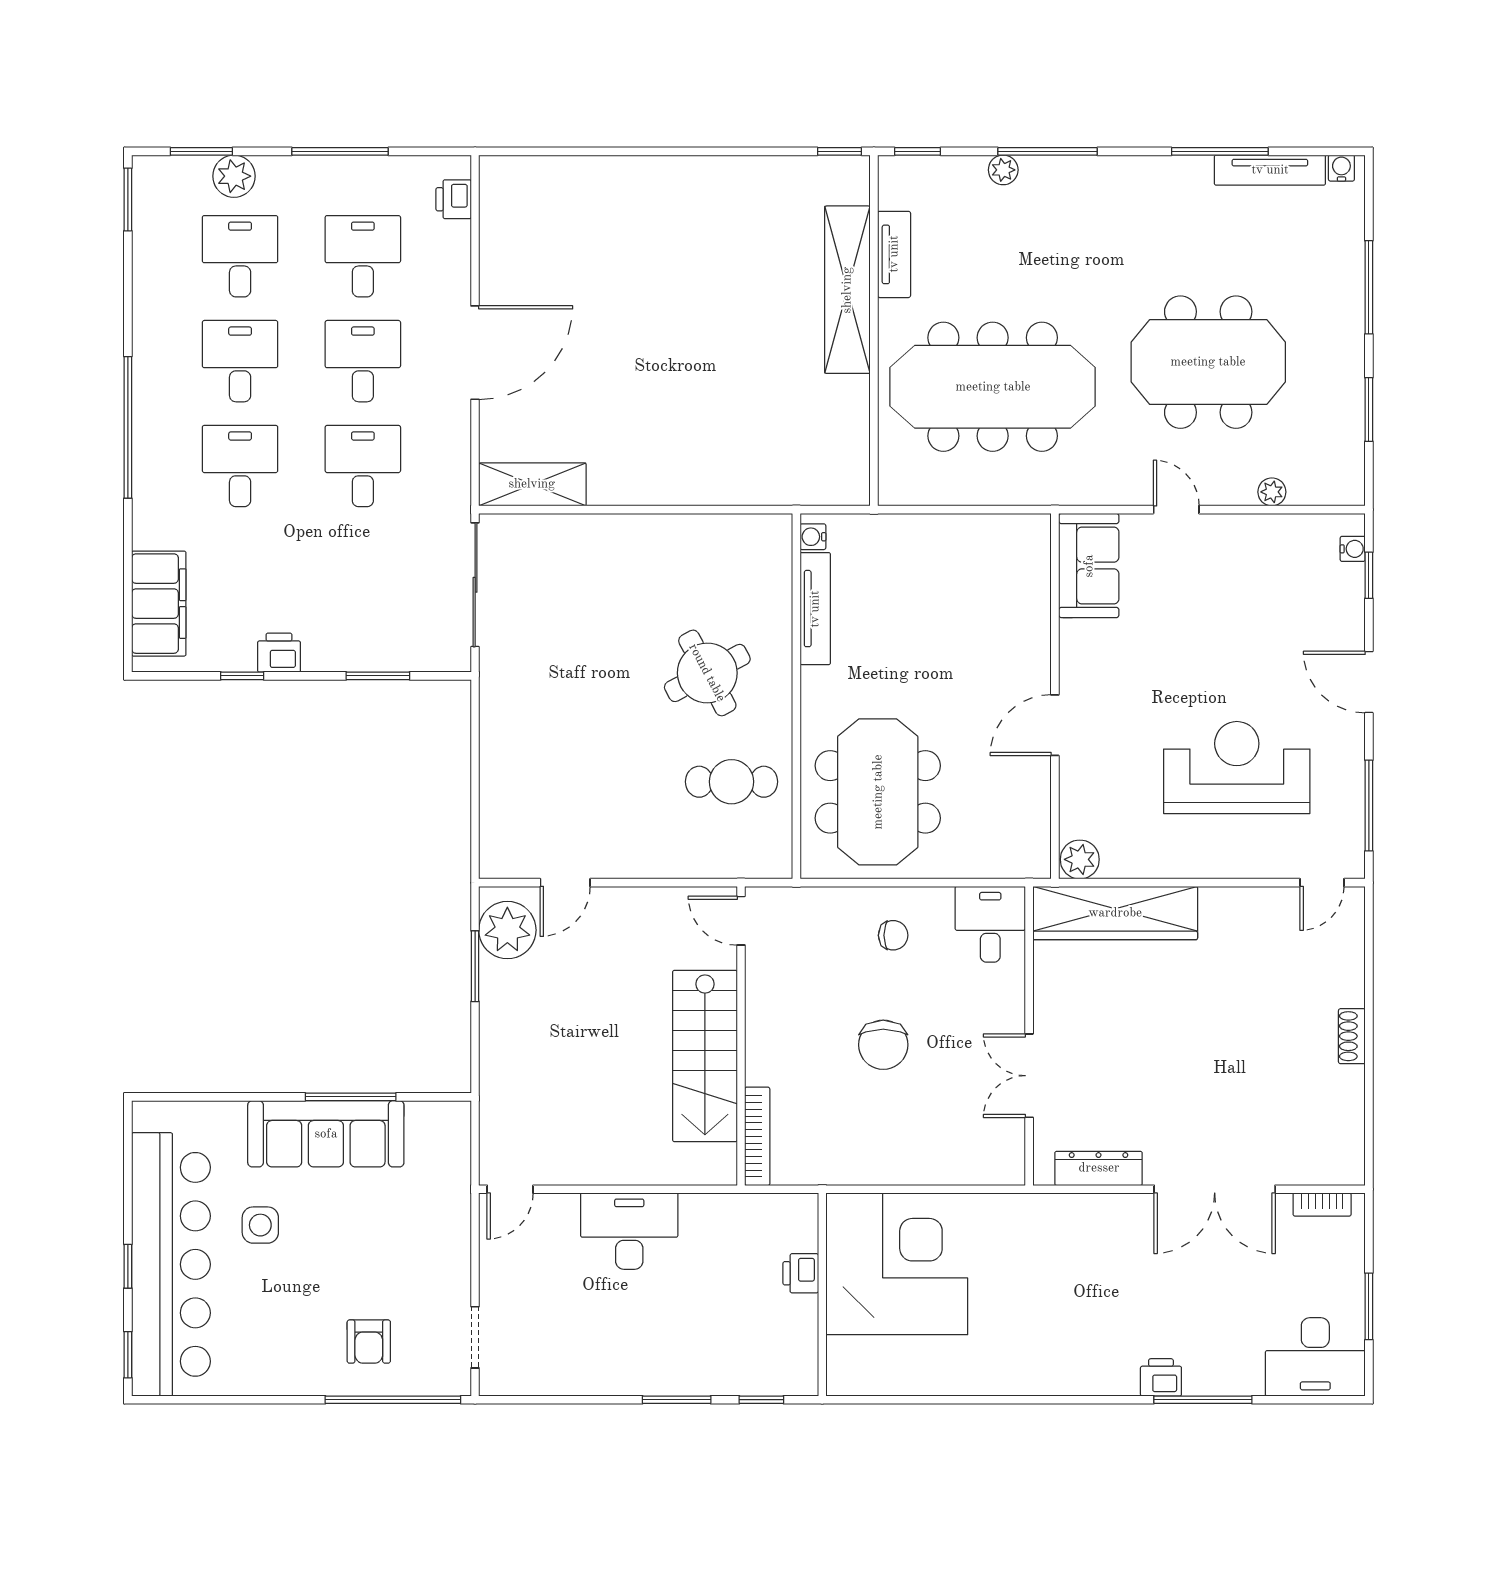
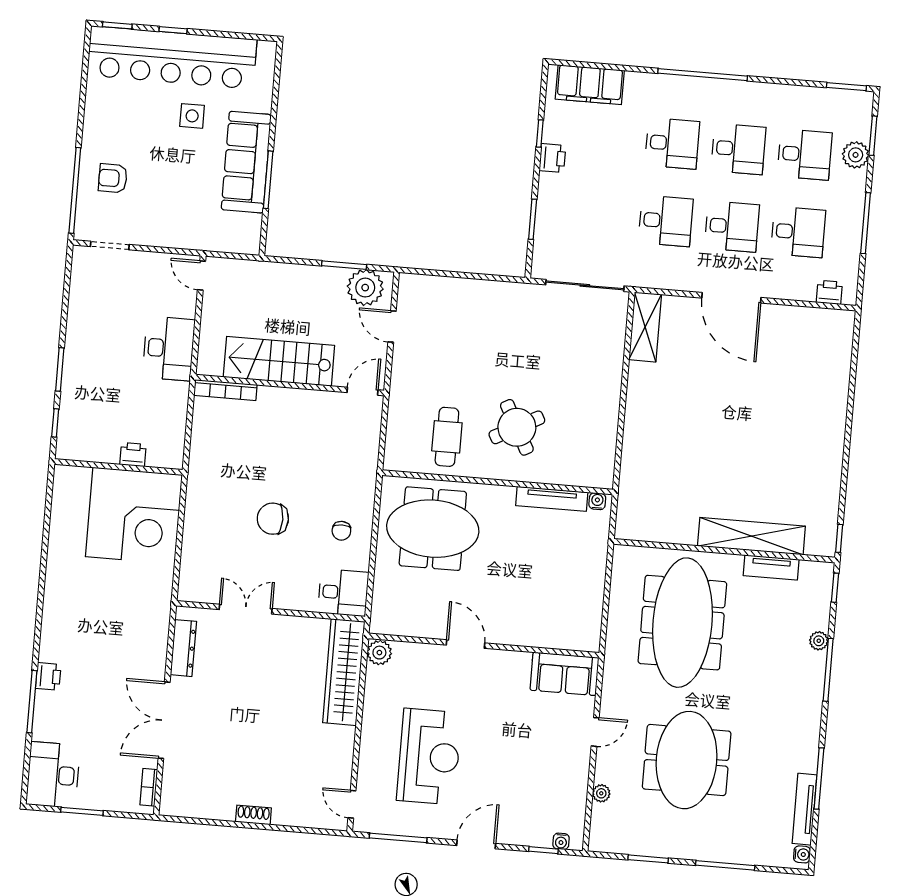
door: (741, 921) -> (362, 391), moved
wall: (741, 1036) -> (290, 385), moved
stairs: (705, 1056) -> (279, 361), moved
bookcase: (757, 1136) -> (225, 390), moved

